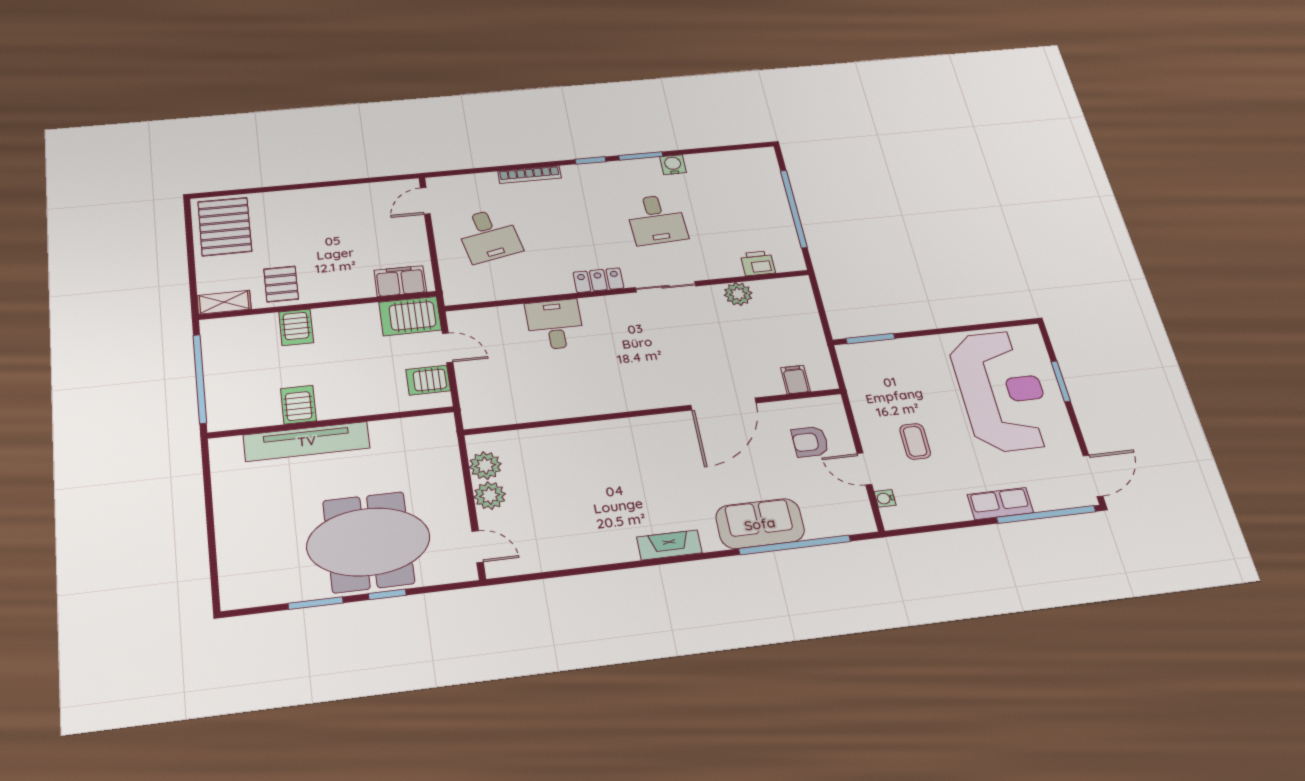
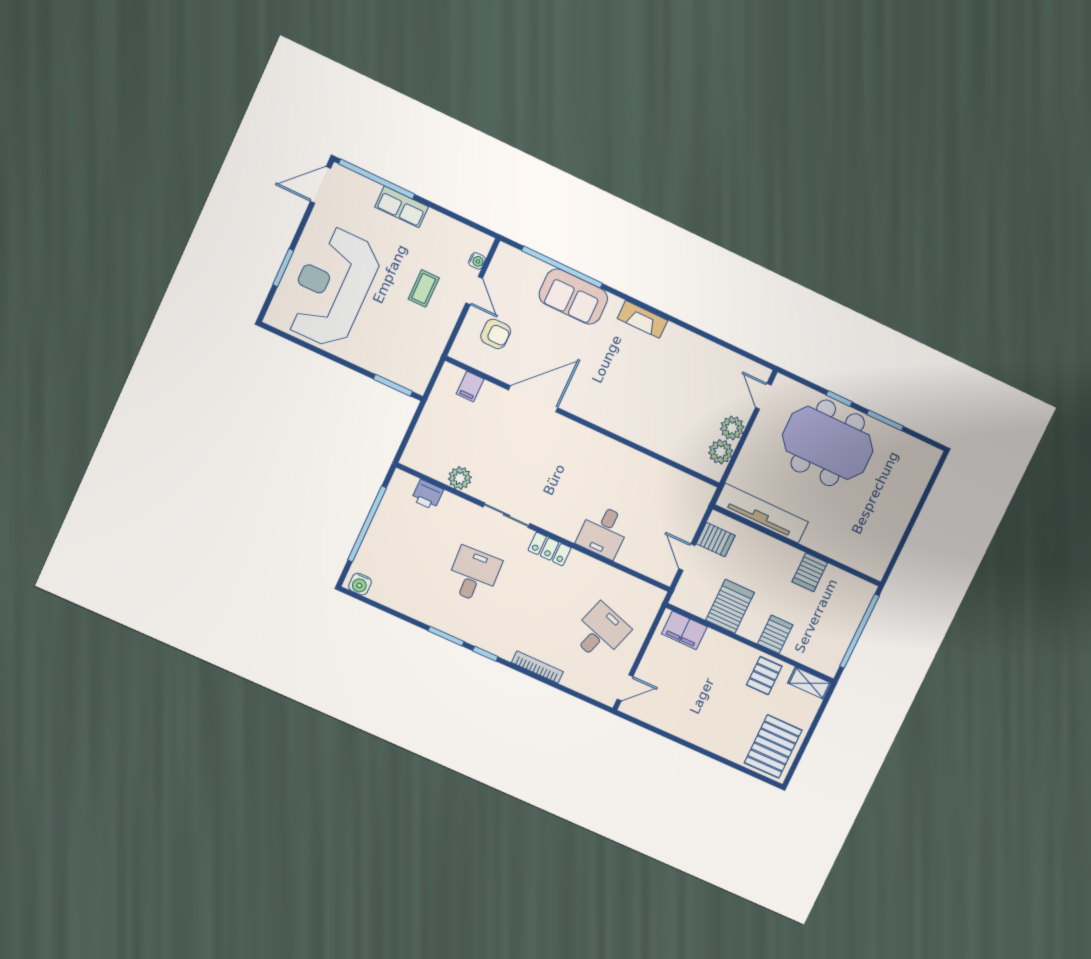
water cooler: (673, 165) -> (360, 584), moved
desk: (489, 235) -> (600, 632), turned 30
server rack: (410, 316) -> (730, 606), moved, turned -90
tv unit: (307, 441) -> (762, 513), moved

